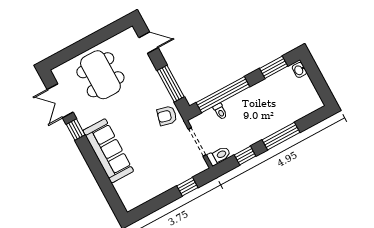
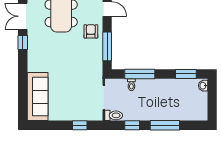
window: (223, 95) -> (140, 74), width x0.68
armchair: (167, 116) -> (91, 31), moved, turned 76
sofa: (108, 151) -> (38, 97), moved

